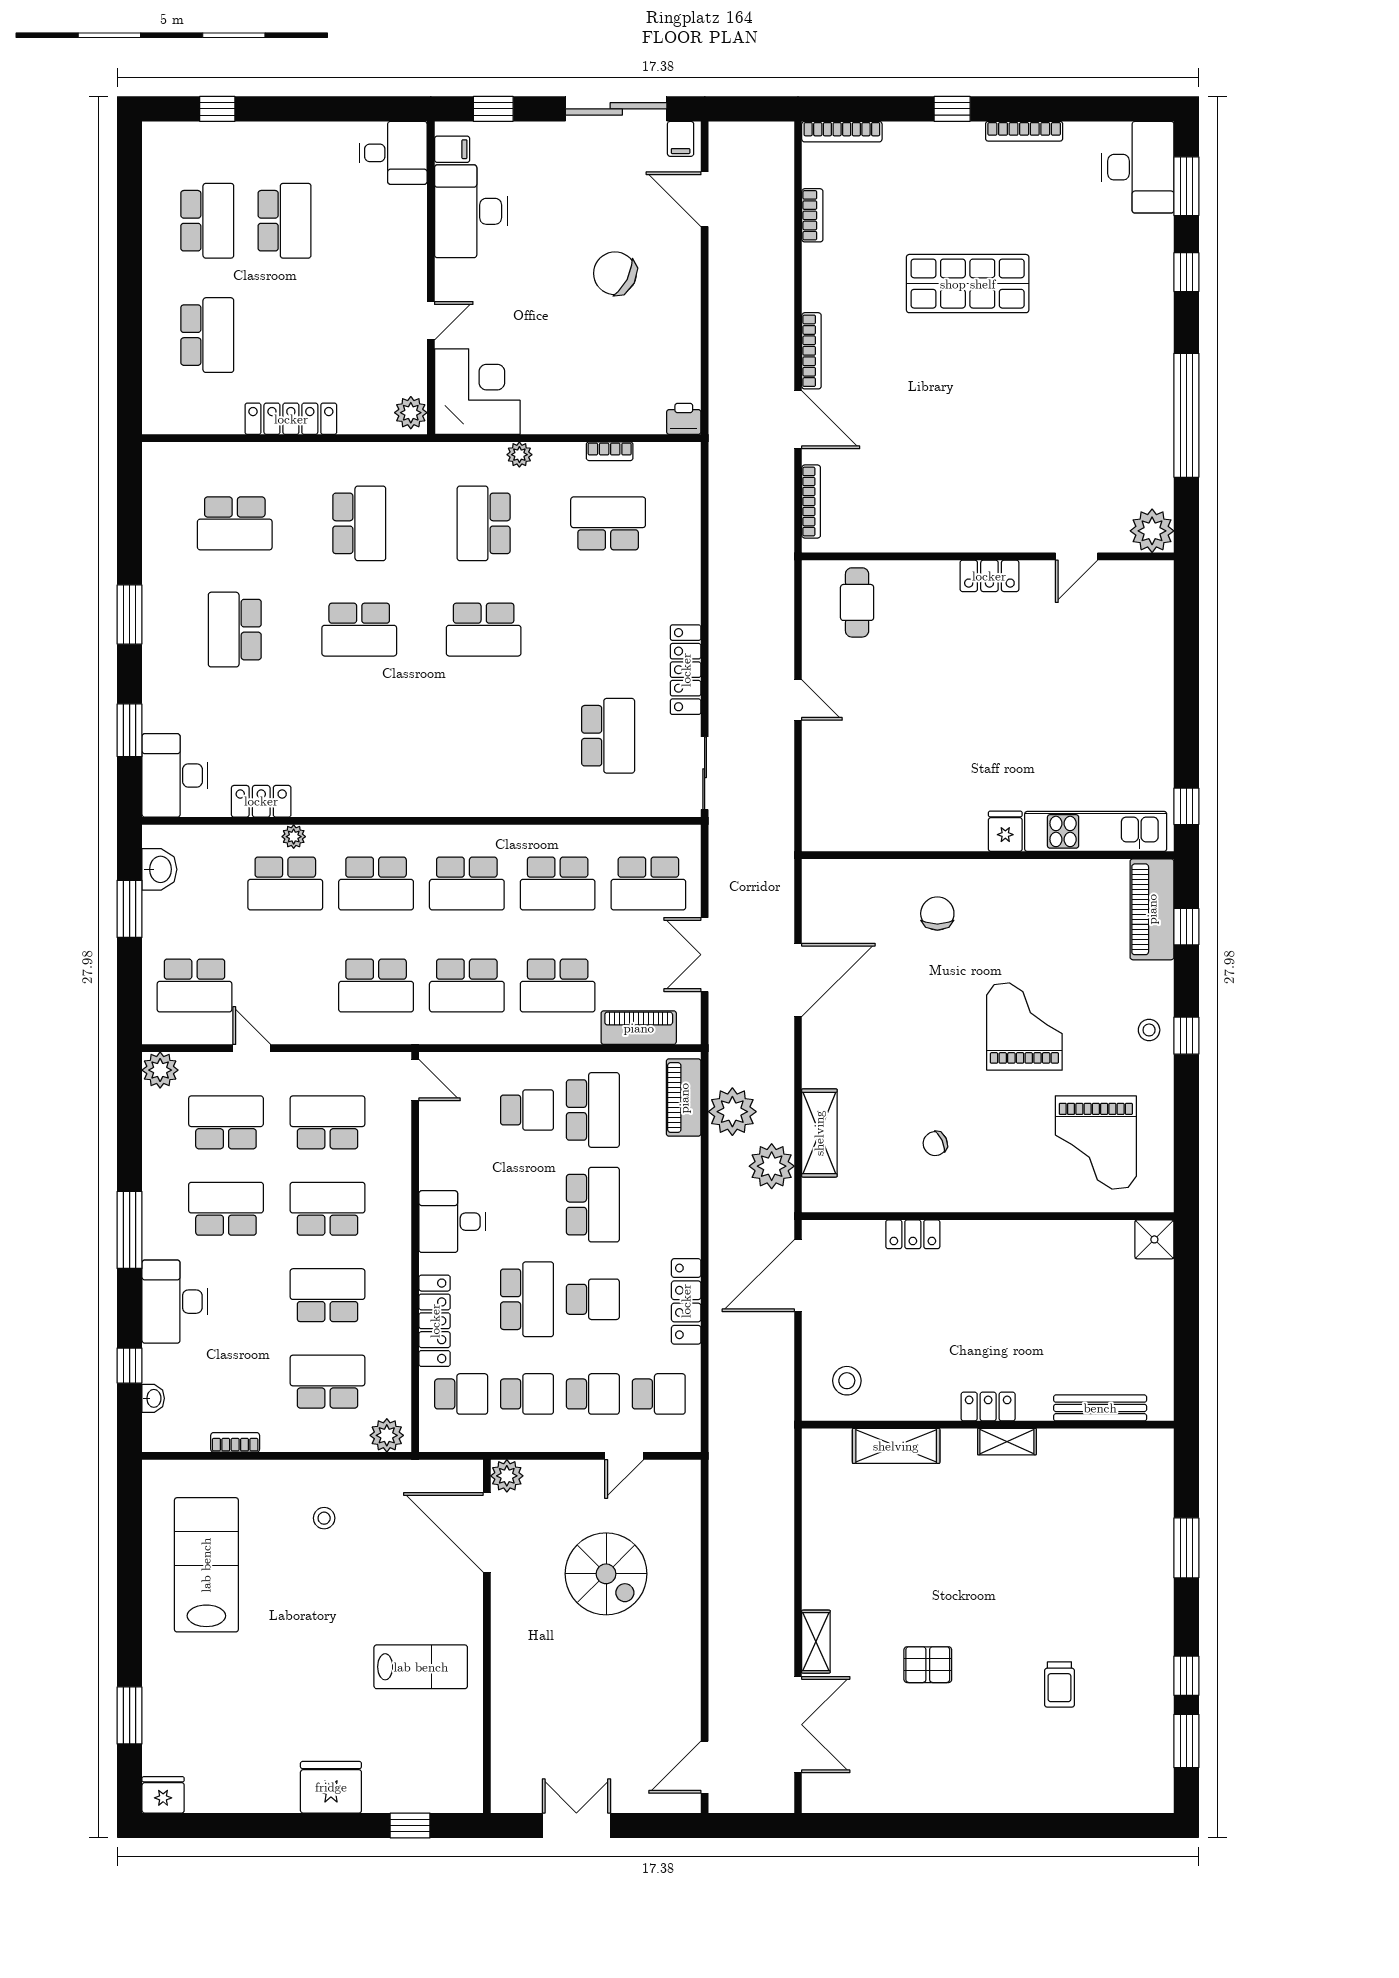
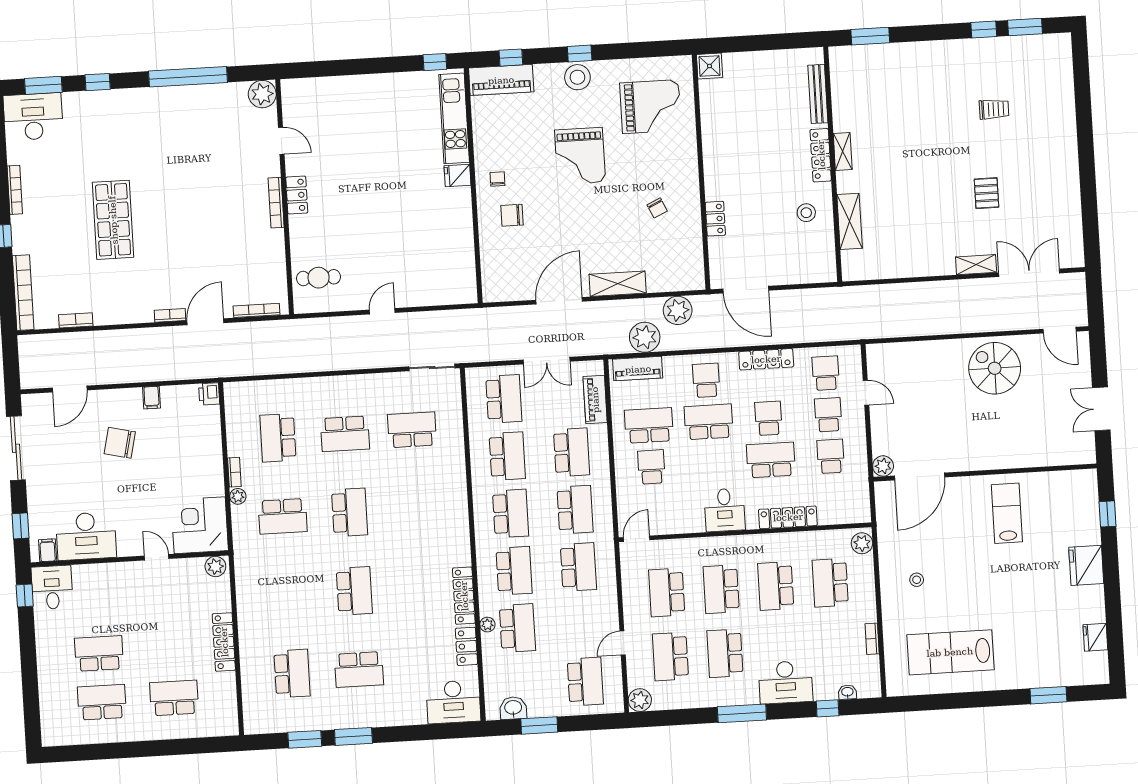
window: (217, 109) -> (25, 595), moved
bookcase: (842, 132) -> (23, 293), width x1.48, depth x1.31
filing cabinet: (681, 139) -> (152, 398), moved, turned 90
chair: (615, 273) -> (120, 443), turned 76
bookcase: (811, 351) -> (170, 315), width x0.64
bookcase: (610, 451) -> (234, 472), moved
school desk: (359, 523) -> (345, 434), moved, turned 180
bookcase: (979, 543) -> (276, 203), added
locker: (686, 670) -> (464, 596), moved, turned 90
window: (130, 730) -> (305, 739), moved
chair: (996, 894) -> (497, 179), added
door: (798, 980) -> (559, 301), hinge flipped
grand piano: (1024, 1027) -> (580, 156), turned -90
stool: (1149, 1030) -> (577, 77), width x1.89, depth x1.89
shelving: (819, 1133) -> (618, 284), moved
stool: (847, 1381) -> (806, 213), moved
school desk: (461, 1394) -> (706, 380), moved
locker: (988, 1407) -> (821, 155), width x1.53
window: (1186, 1548) -> (870, 36), moved
spiral stairs: (606, 1574) -> (995, 368), moved, turned -90
fridge: (163, 1795) -> (1095, 637), moved

